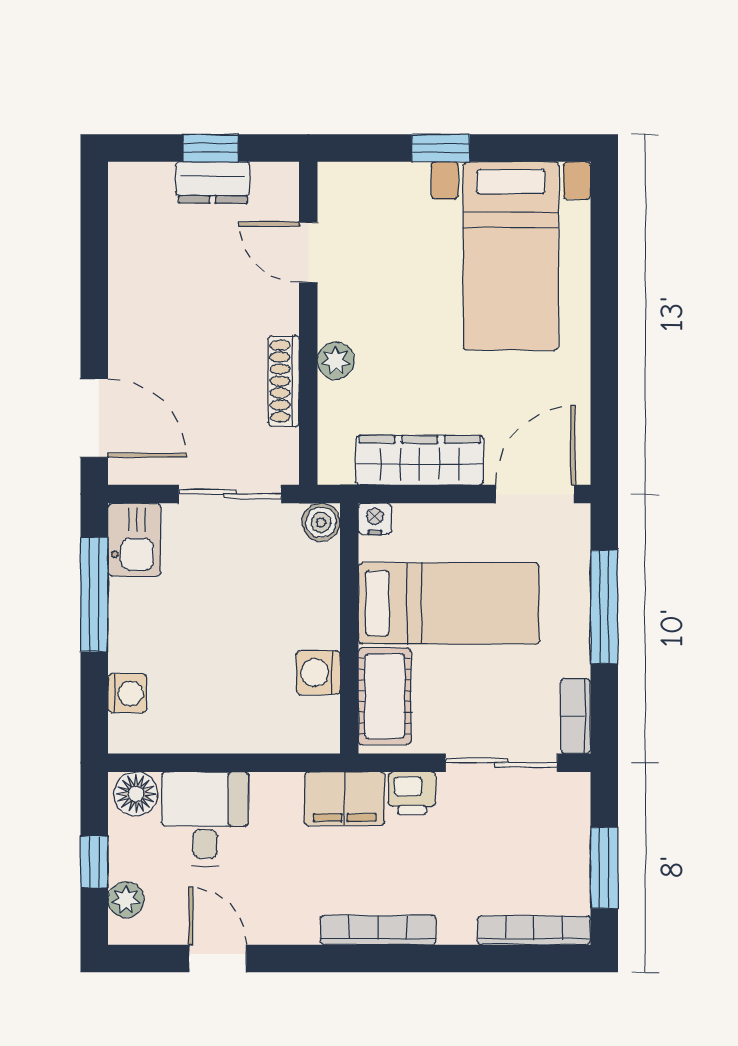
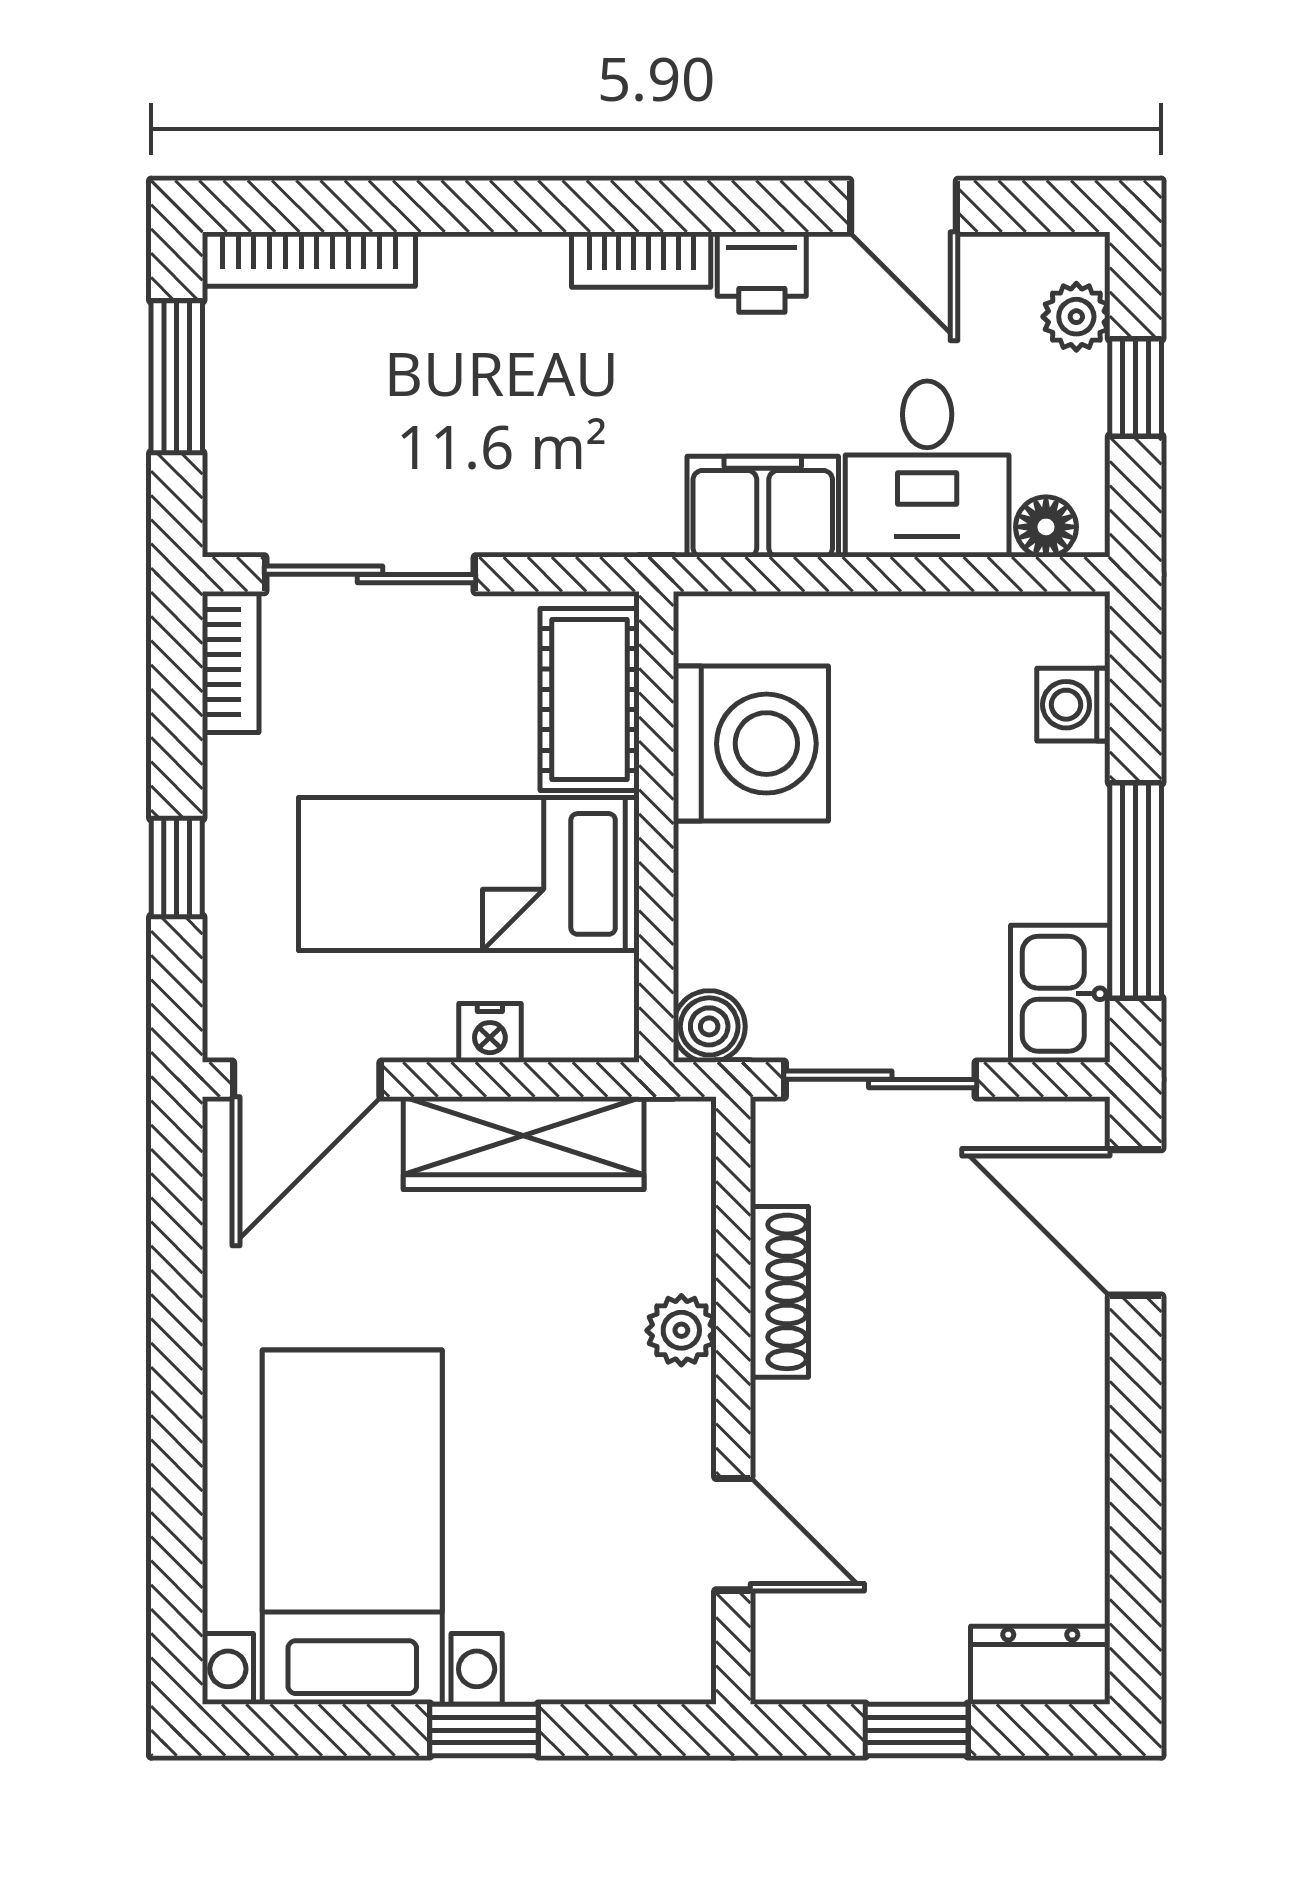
dresser: (213, 183) -> (1040, 1665), moved
nightstand: (375, 519) -> (490, 1033), moved
window: (604, 607) -> (177, 868), width x0.46
washing machine: (318, 673) -> (751, 744), width x1.89, depth x1.89
printer: (412, 793) -> (762, 272), moved, turned 180
floor lamp: (136, 794) -> (1046, 527), width x0.73, depth x0.73
filing cabinet: (345, 799) -> (763, 507), moved
bookcase: (378, 930) -> (641, 260), width x0.64

